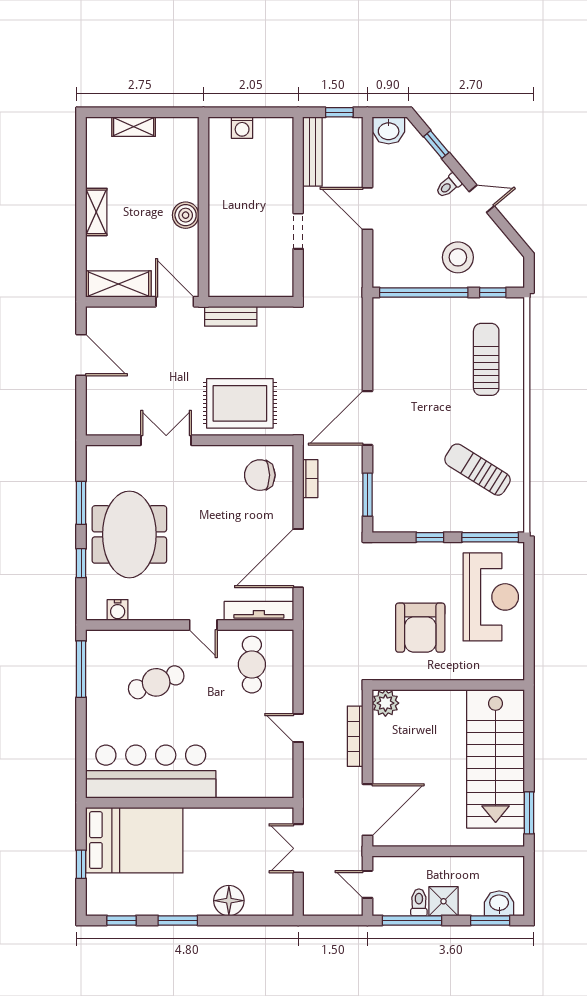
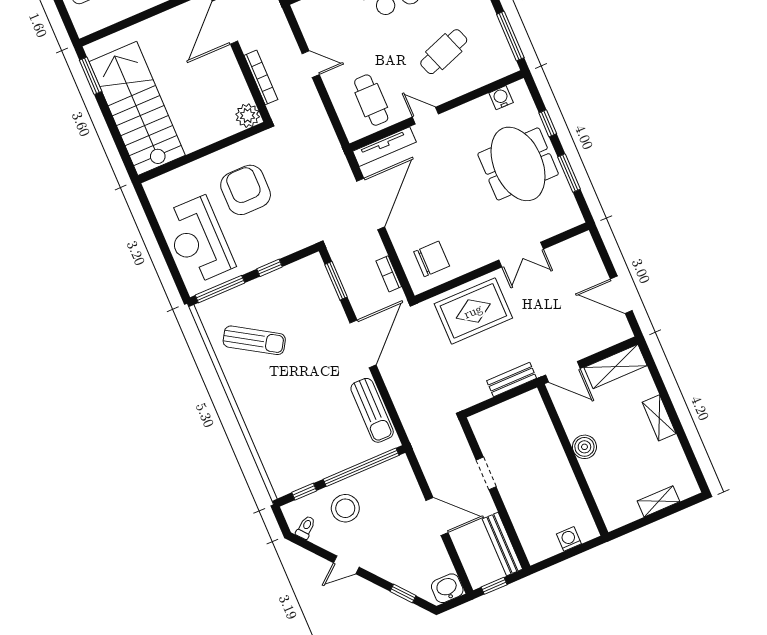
toilet: (448, 186) -> (306, 527), moved
sun lounger: (486, 359) -> (372, 410), moved

